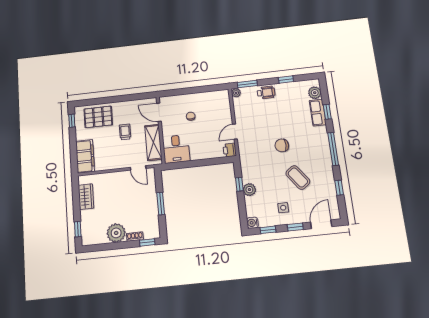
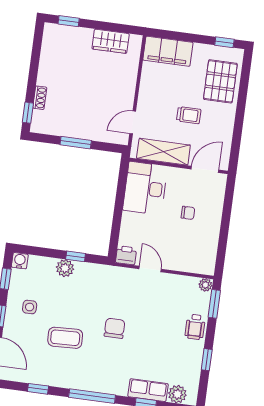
desk: (176, 149) -> (145, 188), width x1.37
coffee table: (298, 177) -> (65, 338), turned 34
plant: (116, 233) -> (51, 73), removed

